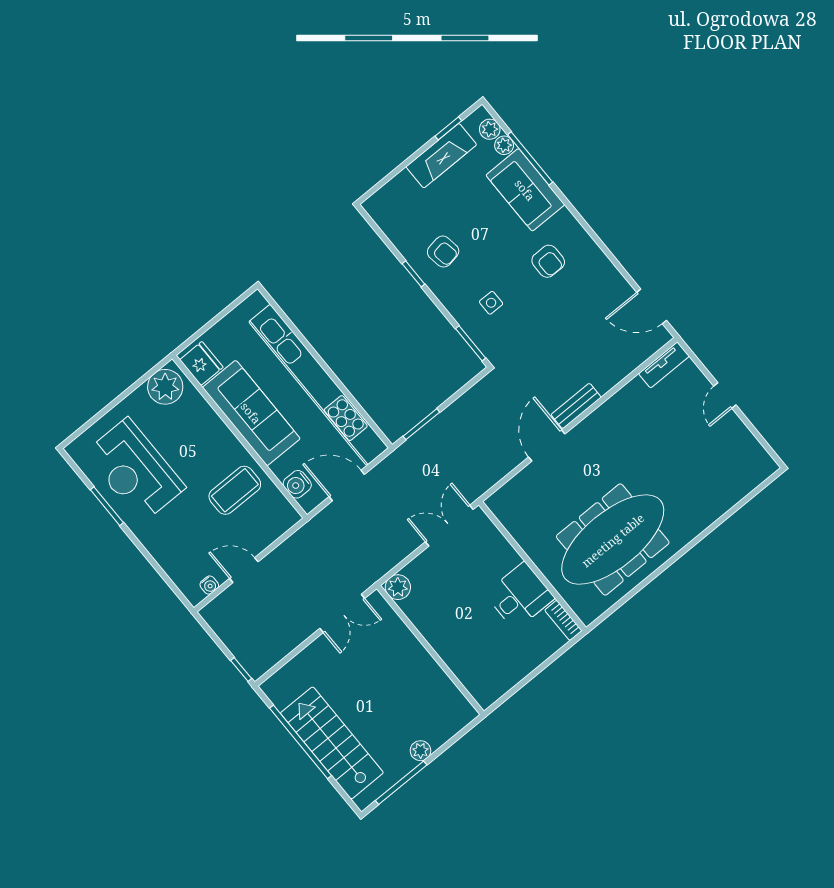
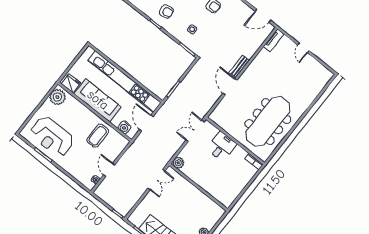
door: (347, 485) -> (146, 123), hinge flipped
door: (244, 570) -> (109, 170), hinge flipped
desk: (520, 596) -> (222, 146), moved

